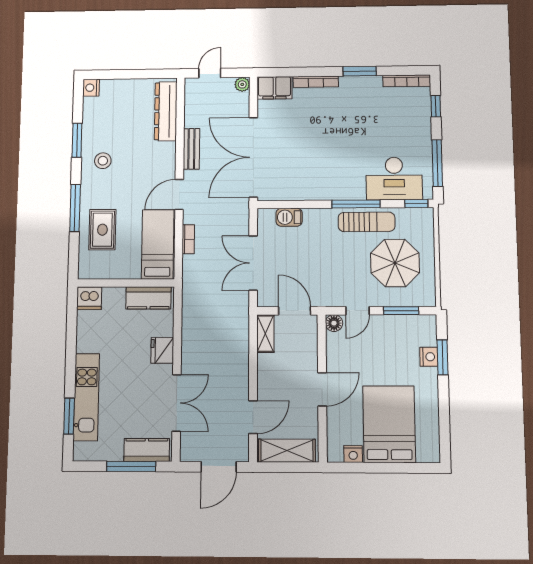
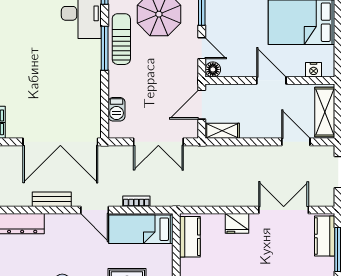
nightstand: (353, 454) -> (314, 70), moved, turned 90

